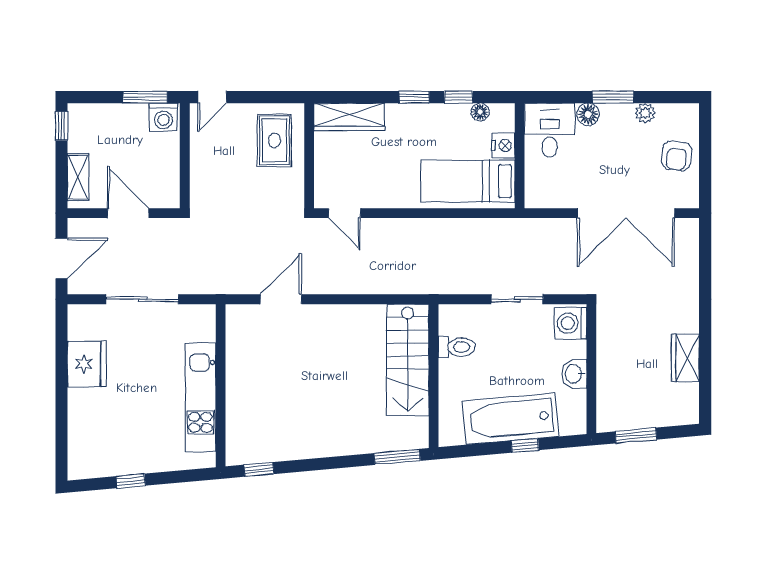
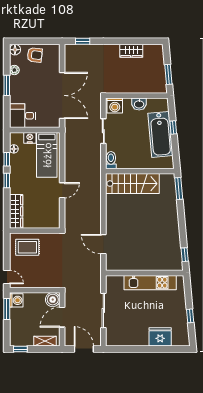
floor lamp: (588, 114) -> (15, 50), moved
boiler: (165, 193) -> (53, 300), added
door: (345, 213) -> (62, 190), moved
double door: (626, 213) -> (62, 95), moved
window: (705, 256) -> (83, 41), added
toilet: (457, 347) -> (111, 160), moved
fridge: (87, 364) -> (160, 337), moved

